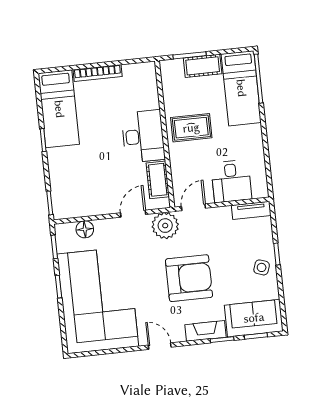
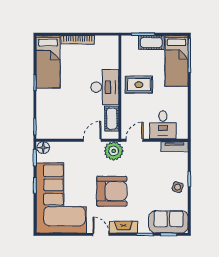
floor lamp: (85, 229) -> (43, 148), moved
armchair: (189, 278) -> (112, 191), moved
fireplace: (206, 331) -> (123, 227), moved

